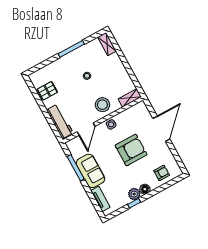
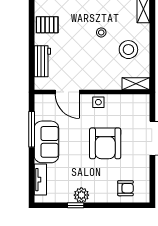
stool: (102, 105) -> (128, 50), moved
workbench: (60, 121) -> (42, 61), width x0.73
door: (86, 129) -> (67, 92), hinge flipped
armchair: (131, 150) -> (105, 143), turned 90
floor lamp: (145, 189) -> (97, 196), removed

